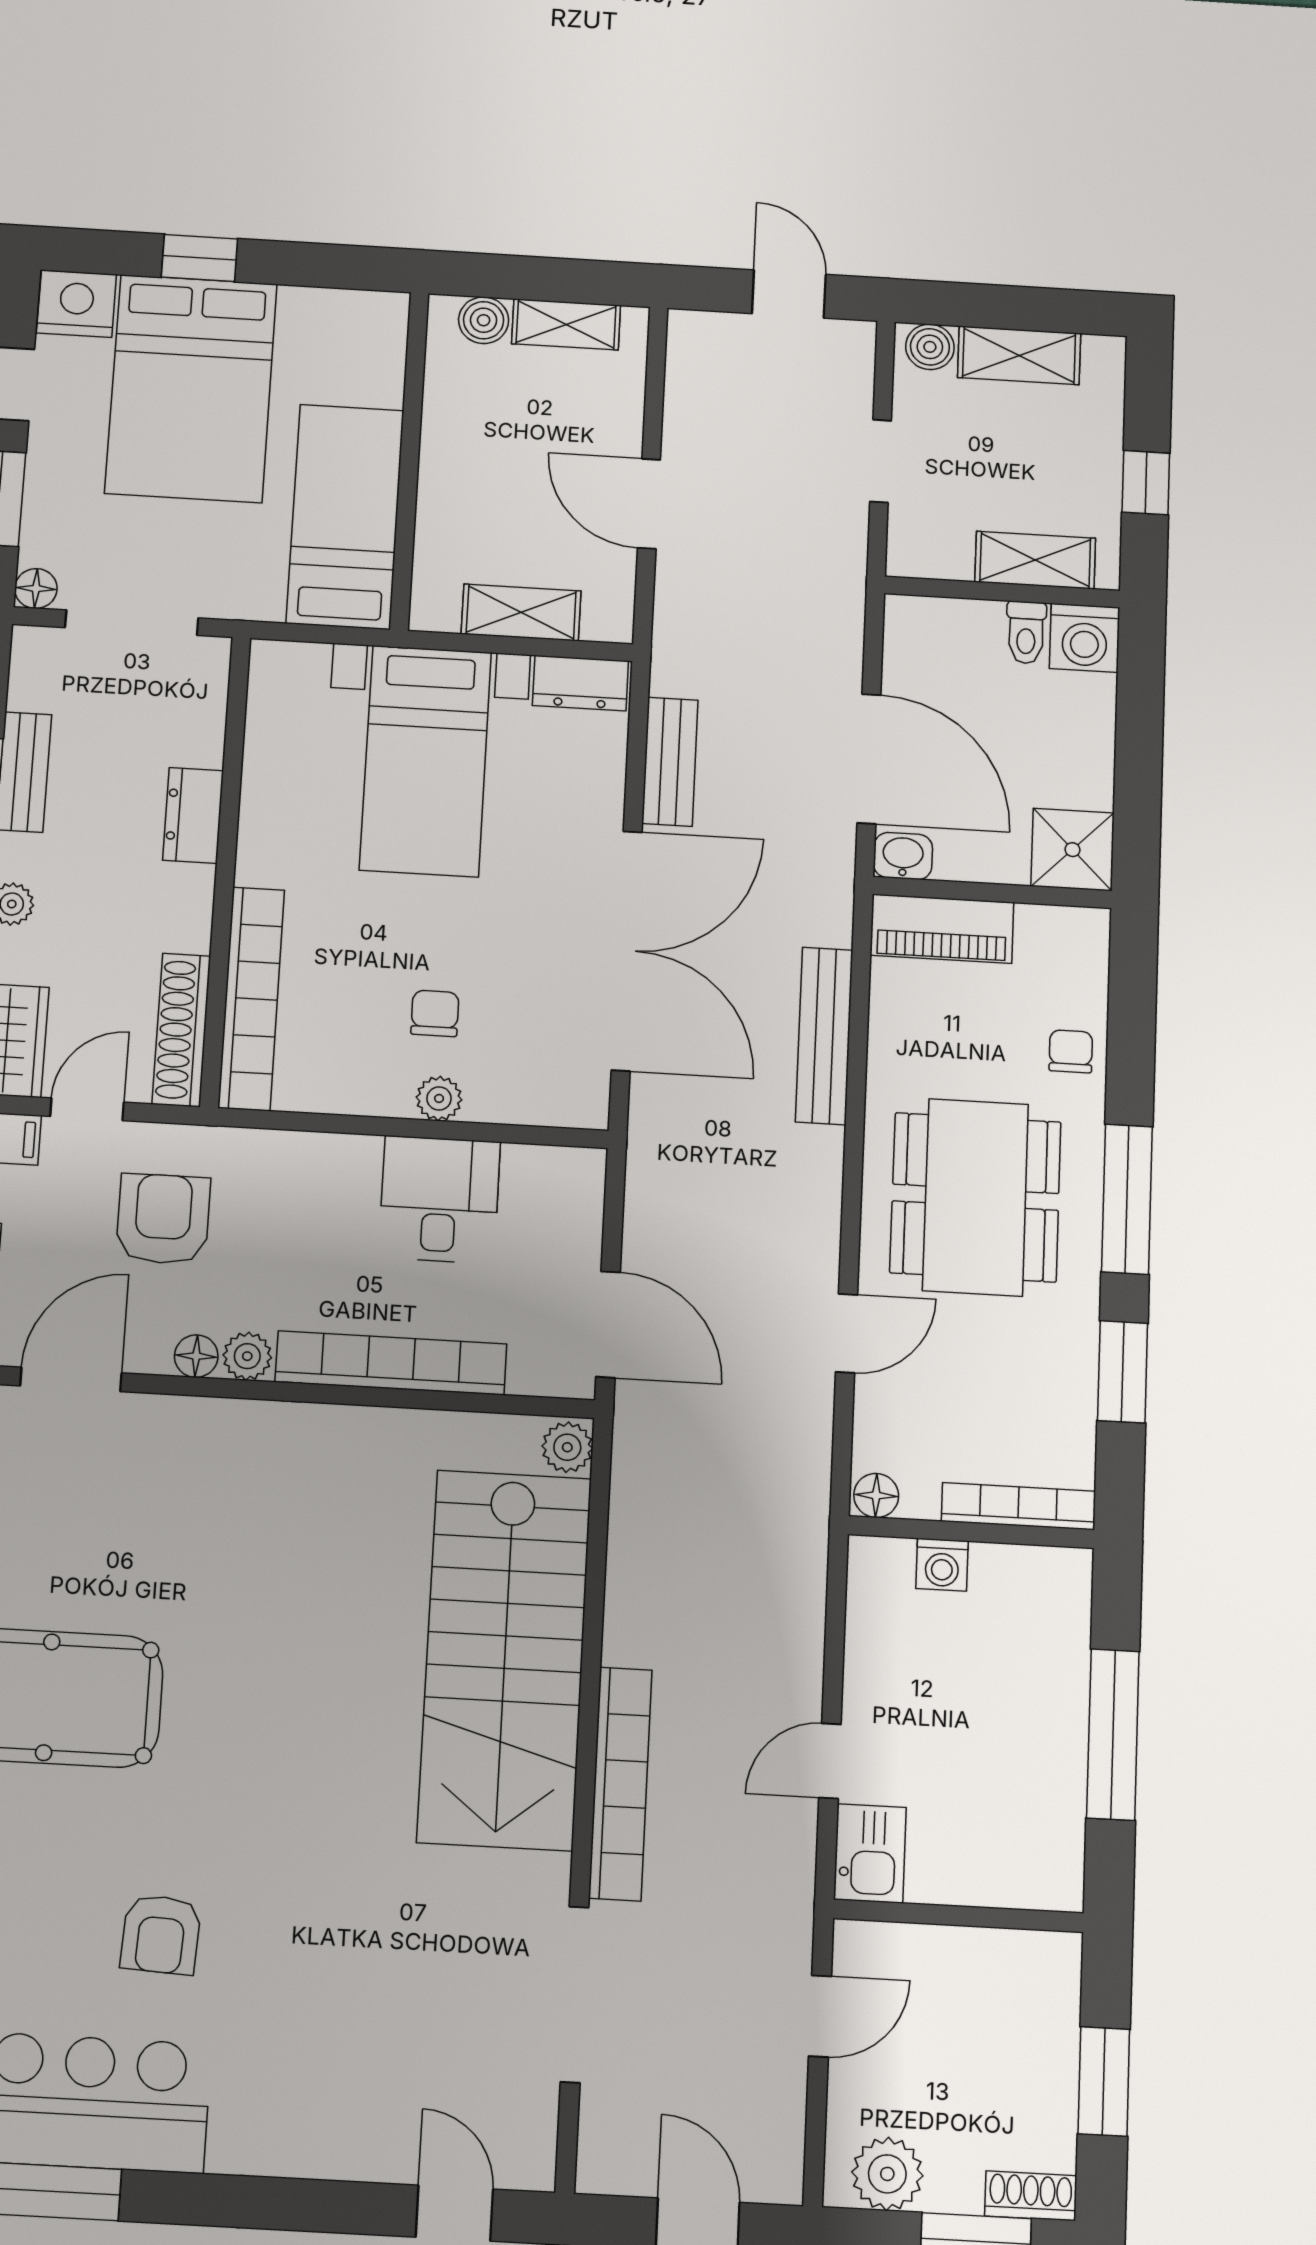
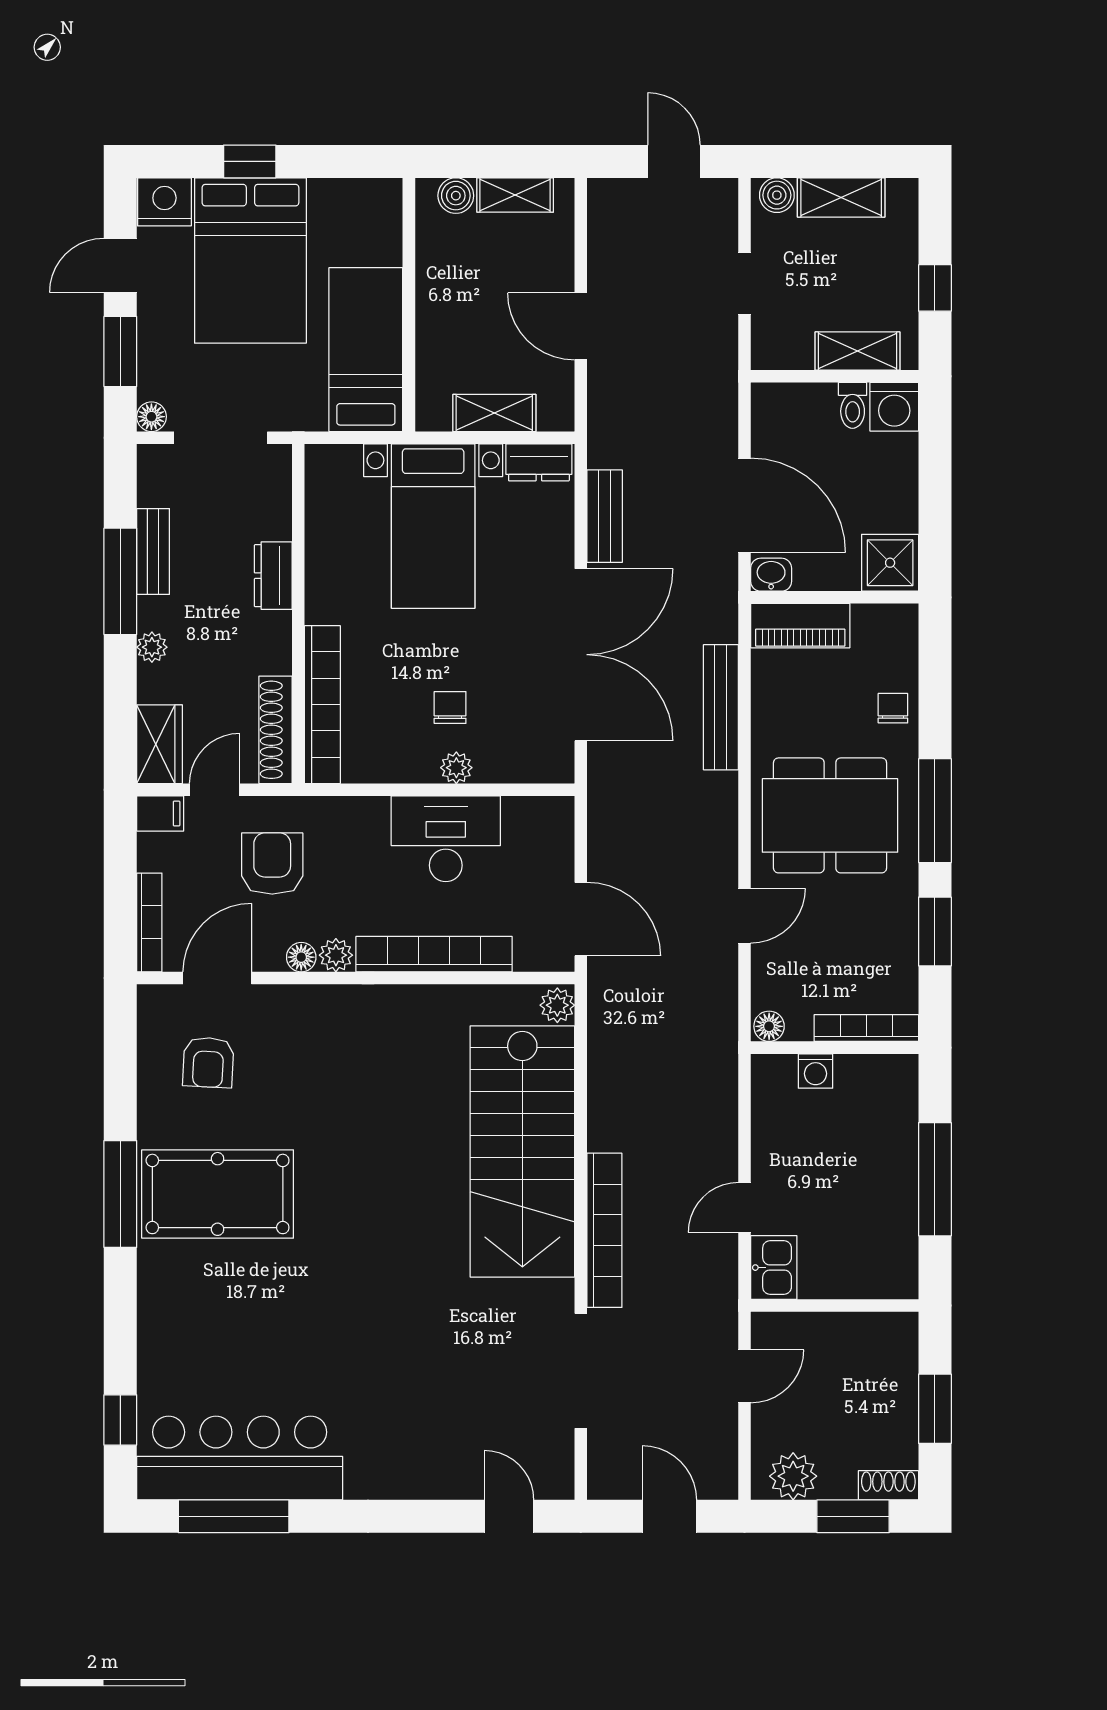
dining table: (976, 1197) -> (830, 815), turned 90
desk: (439, 1200) -> (446, 839), width x1.37
armchair: (161, 1934) -> (208, 1062), moved

